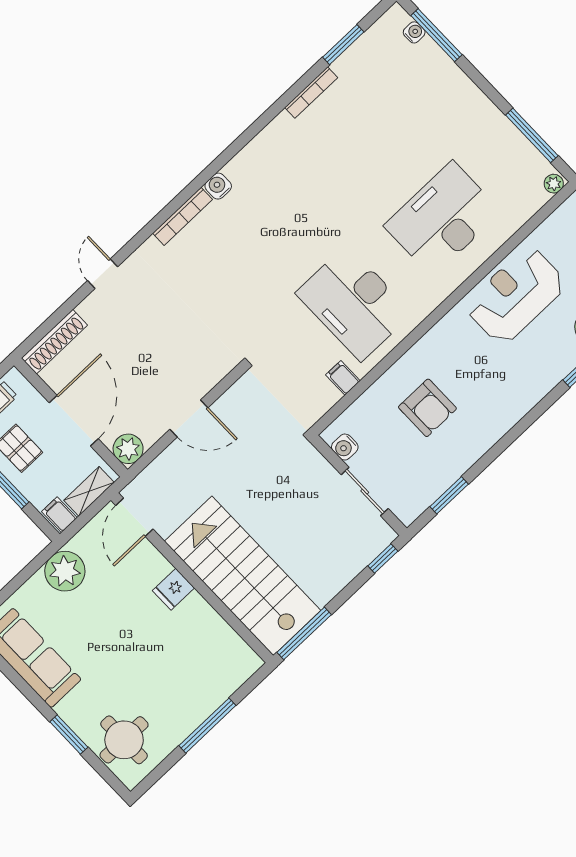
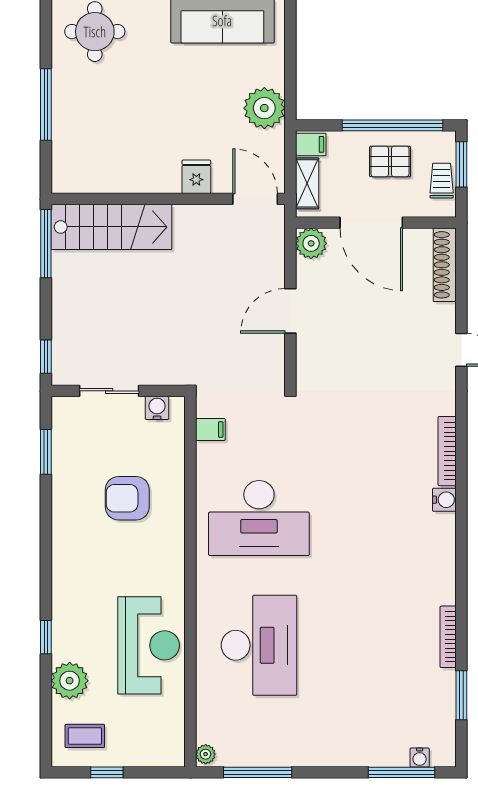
desk: (354, 303) -> (259, 518), turned 180
filing cabinet: (343, 378) -> (210, 429), moved
stairs: (243, 576) -> (111, 227), width x0.73, depth x0.66
fridge: (173, 589) -> (196, 177), moved

